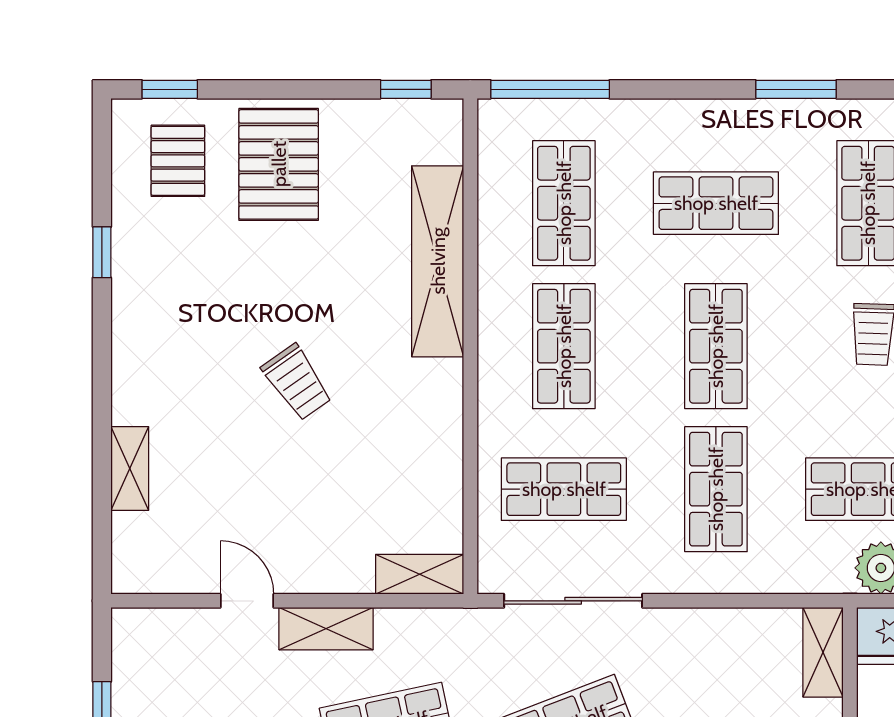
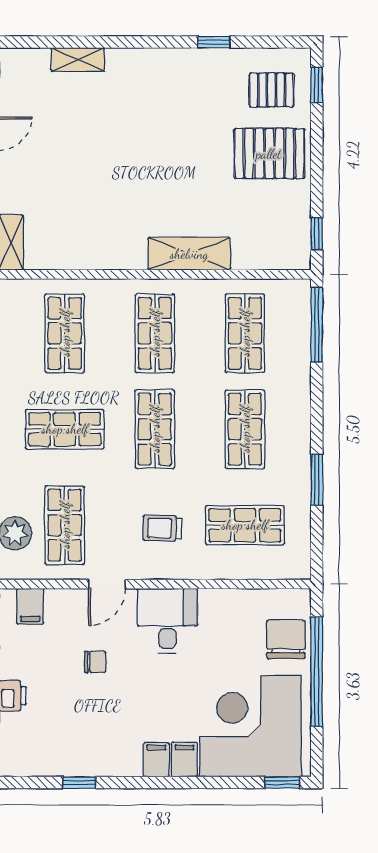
shop shelf: (564, 203) -> (245, 333), turned 90
shelving: (438, 261) -> (189, 254), width x0.68
shop shelf: (564, 346) -> (155, 333), turned 90
shop shelf: (716, 346) -> (155, 429), turned 90
trolley: (297, 382) -> (132, 165), removed

